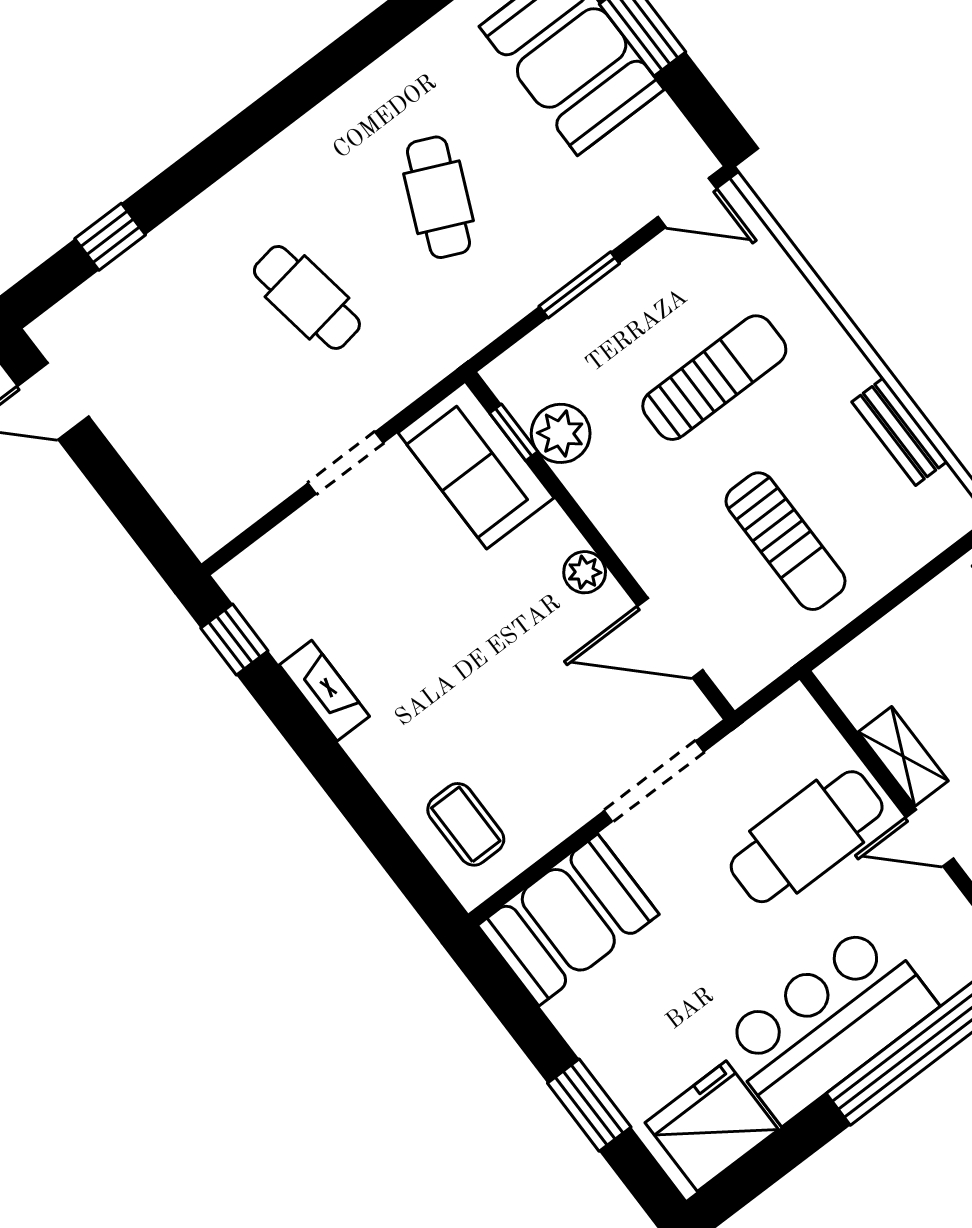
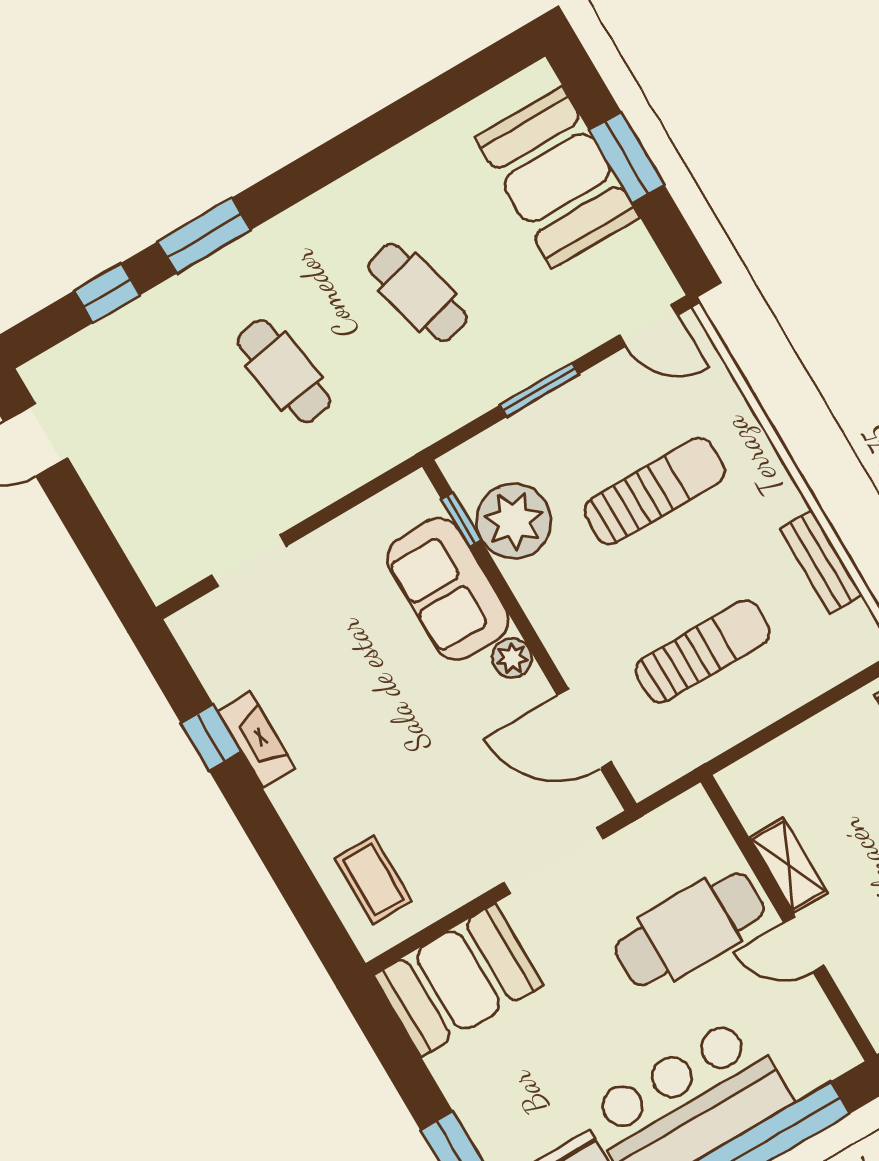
window: (206, 164) -> (204, 236), added
cafe table: (438, 197) -> (418, 292), turned -39
plant: (561, 433) -> (514, 521), width x1.36, depth x1.36
doorway: (346, 463) -> (249, 561), moved
sofa: (476, 465) -> (448, 589), moved
sun lounger: (786, 541) -> (703, 651), turned -90
window: (234, 639) -> (211, 738), moved

